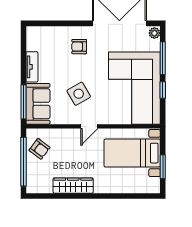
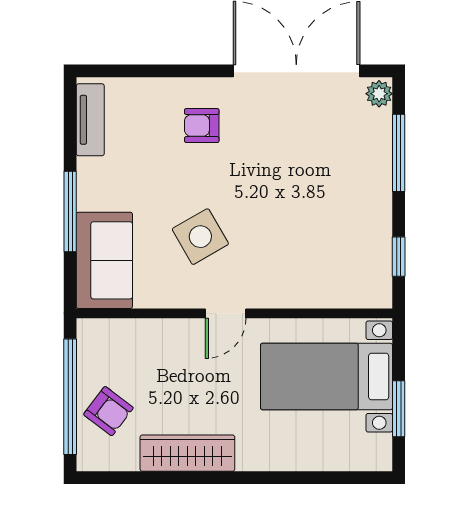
tv unit: (32, 67) -> (90, 120), moved
corner sofa: (134, 88) -> (332, 223), removed
window: (163, 90) -> (399, 257), moved
window: (23, 102) -> (70, 212), moved
armchair: (40, 149) -> (108, 411), moved

